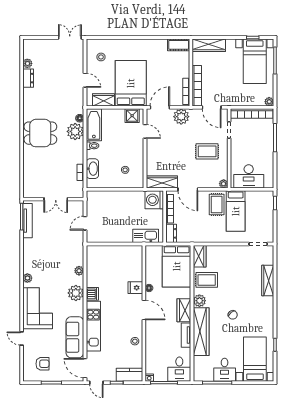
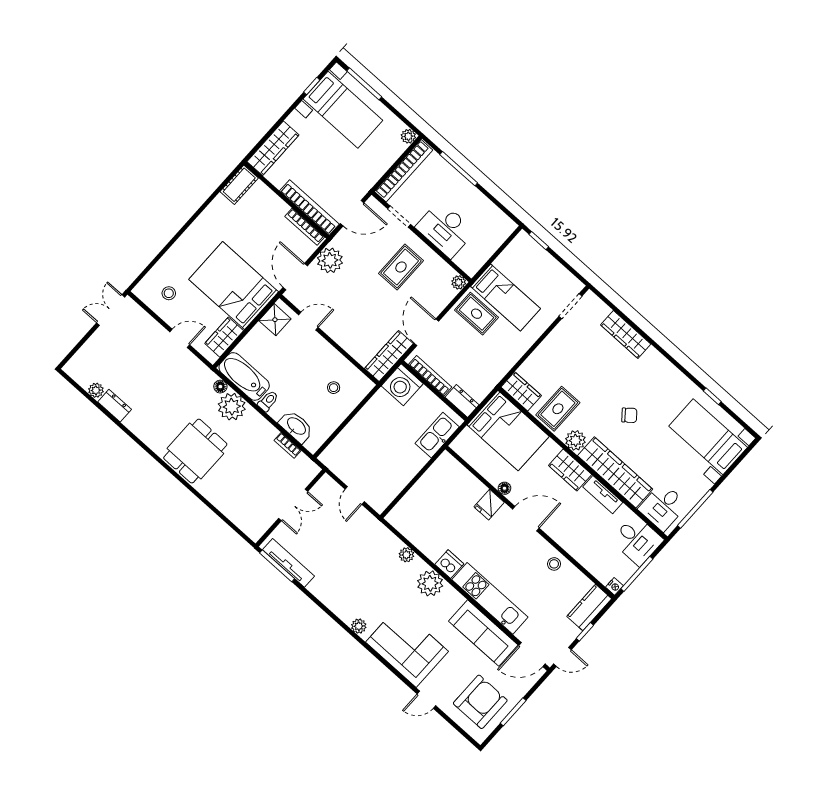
desk: (249, 176) -> (445, 229), moved, turned 90
door: (188, 189) -> (426, 332), swing flipped
armchair: (43, 364) -> (480, 702), width x1.88, depth x1.88
desk: (225, 370) -> (663, 507), moved, turned 90

